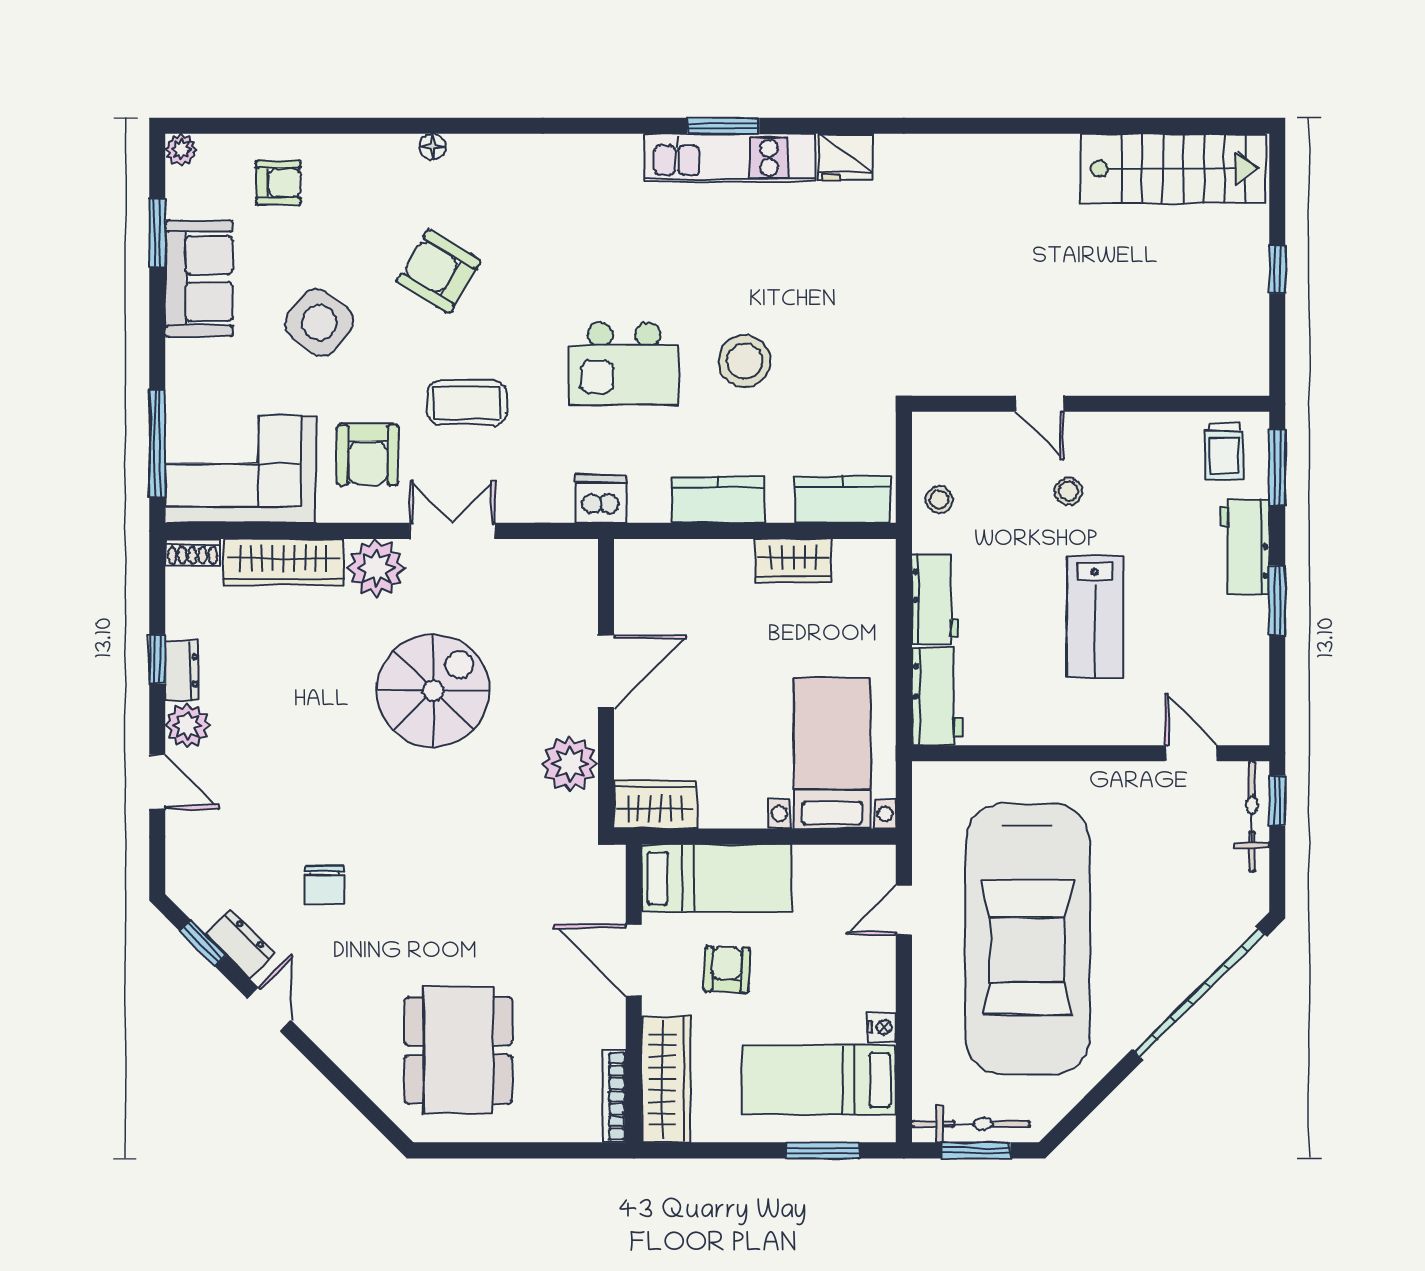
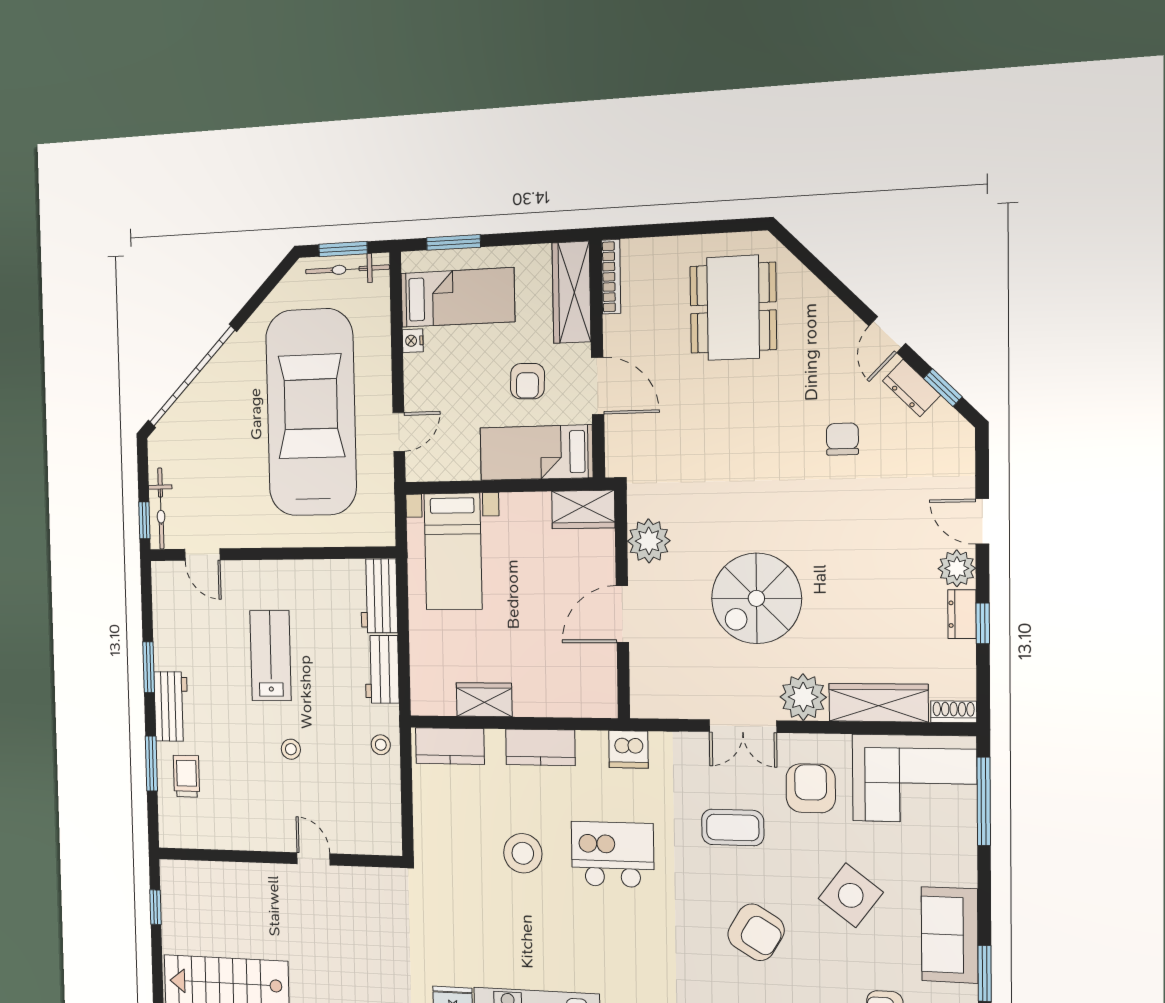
door: (1040, 404) -> (313, 859), moved
wall: (1091, 404) -> (279, 858), moved

